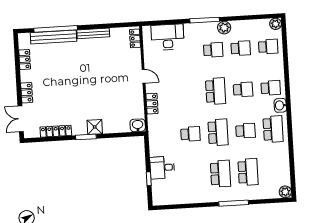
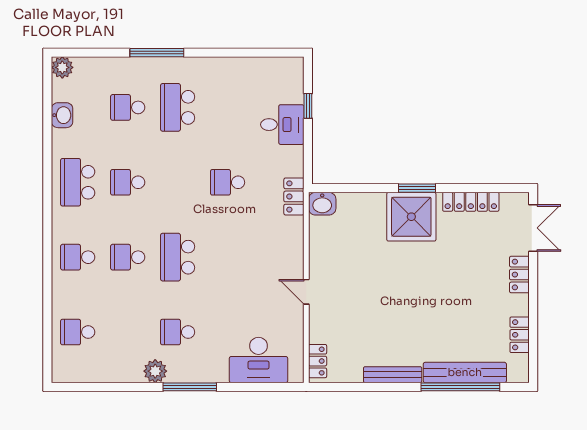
plant: (276, 24) -> (62, 372), removed
school desk: (241, 48) -> (128, 332), removed
locker: (152, 104) -> (294, 196), moved
washbasin: (280, 105) -> (62, 115), moved
shower: (95, 127) -> (411, 217), width x1.86, depth x1.86
school desk: (218, 132) -> (178, 182), removed
school desk: (248, 172) -> (128, 107), width x0.54

